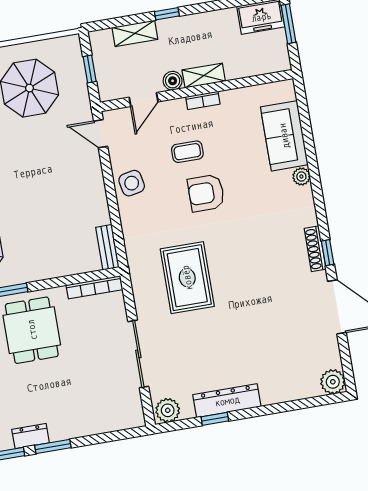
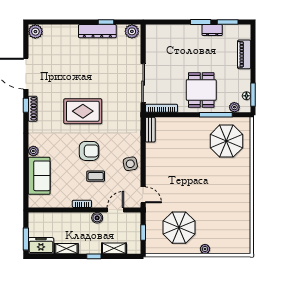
shelving: (204, 76) -> (66, 249), moved
rug: (187, 278) -> (83, 111), moved, turned 90
sliding door: (138, 354) -> (143, 83), moved

